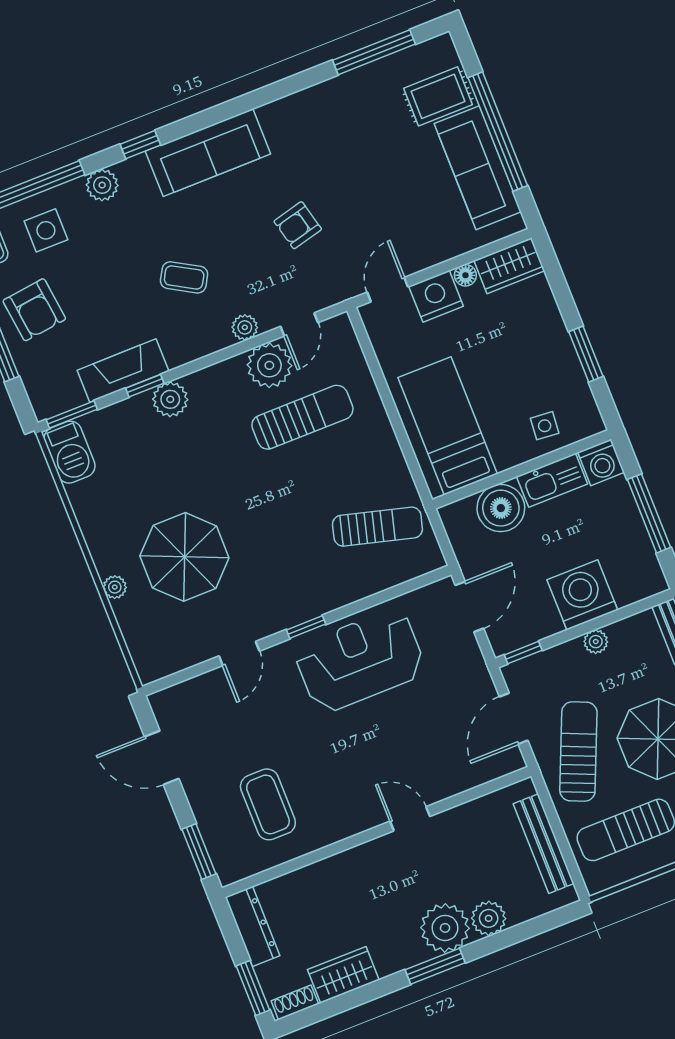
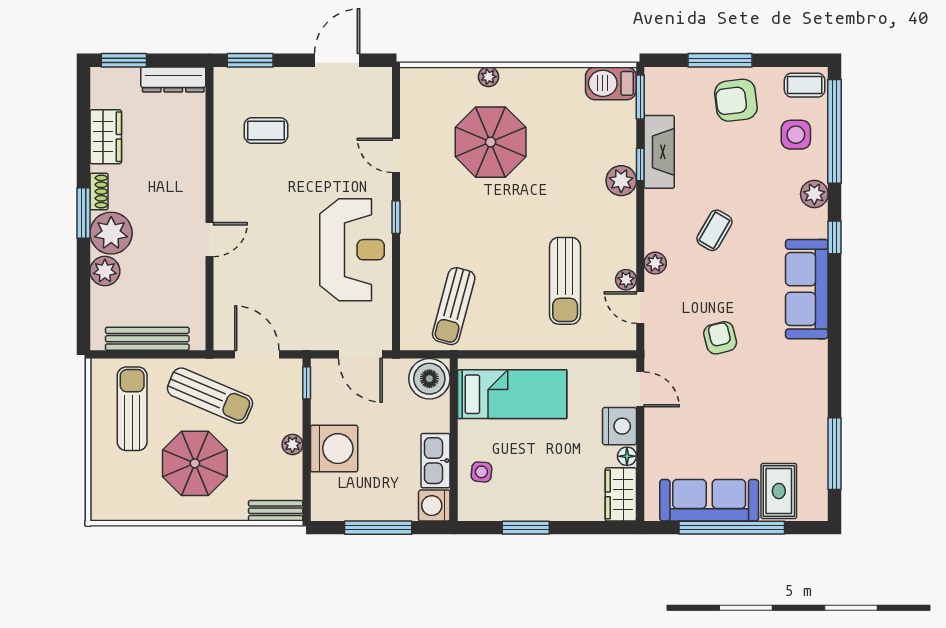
plant: (269, 365) -> (626, 280), width x0.53, depth x0.53
boiler: (501, 508) -> (429, 379), moved
coffee table: (268, 804) -> (266, 130), width x0.73, depth x0.77
shoe rack: (295, 1002) -> (99, 192), moved

